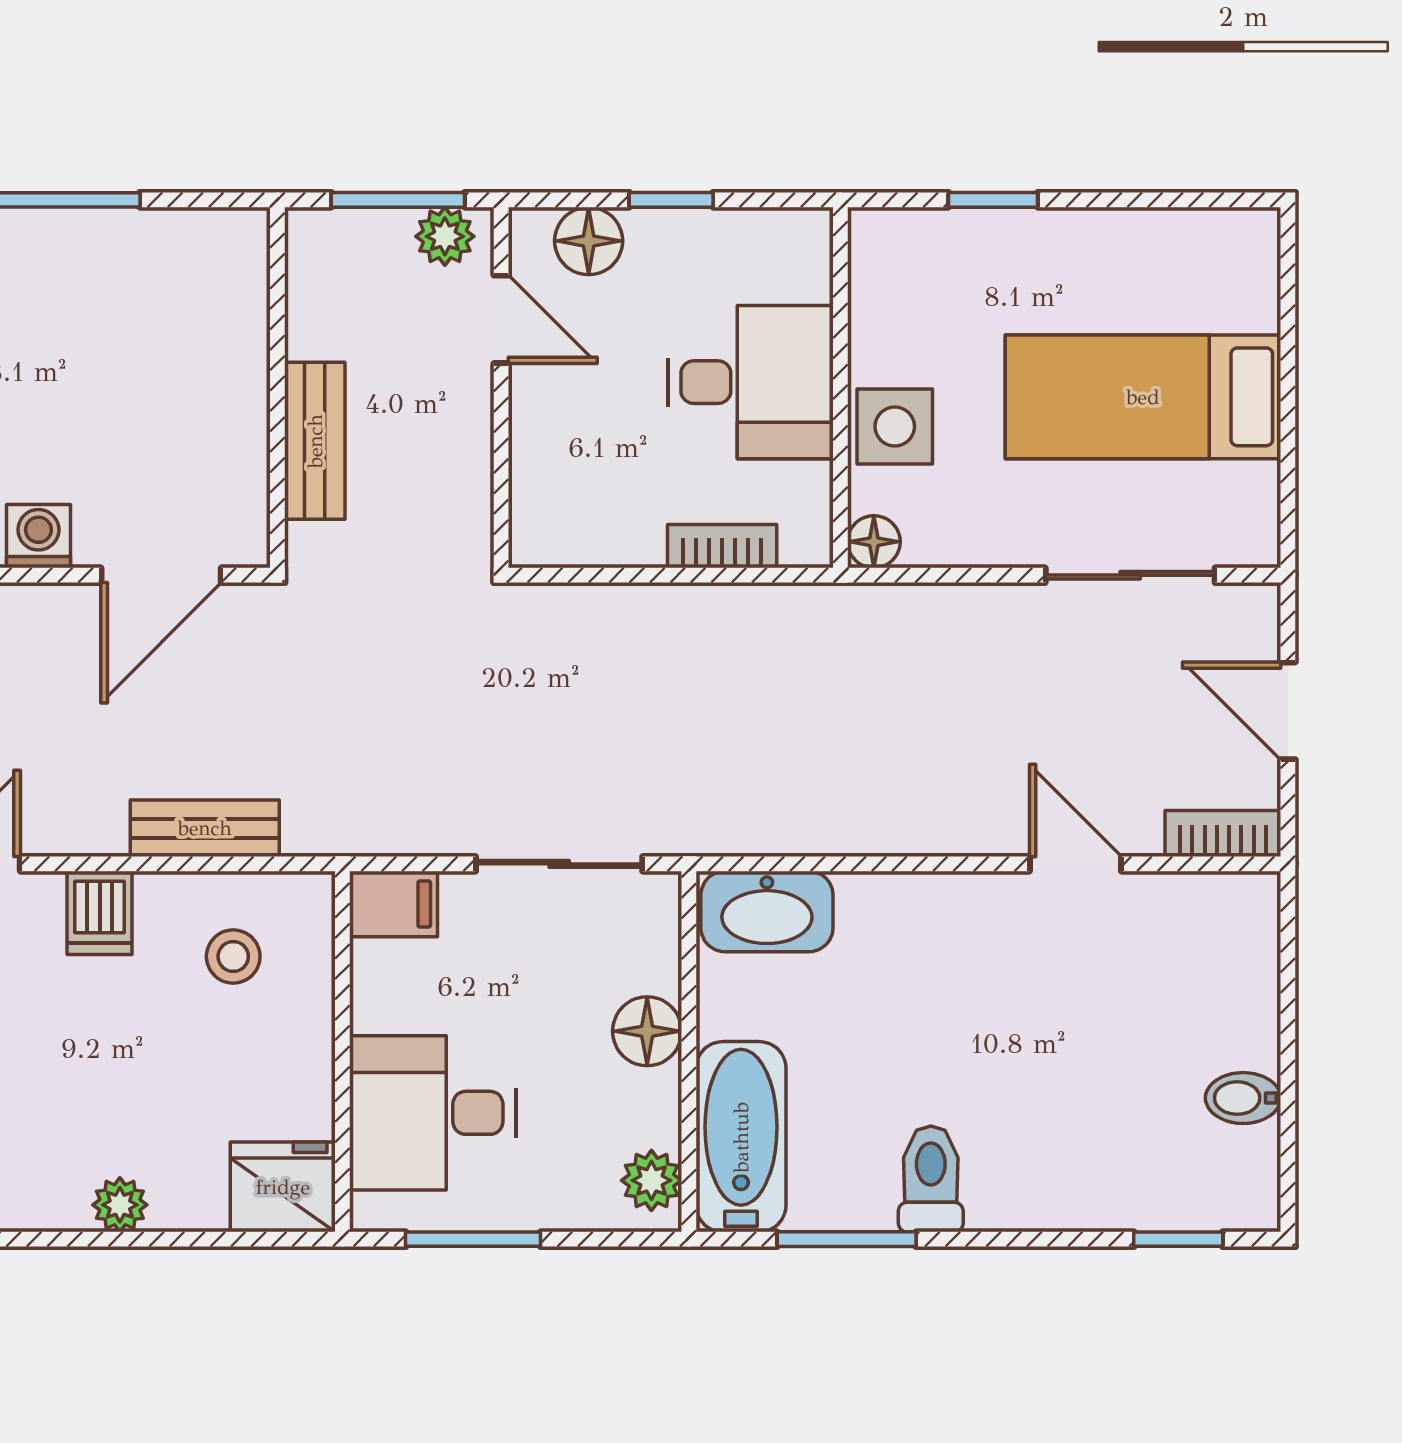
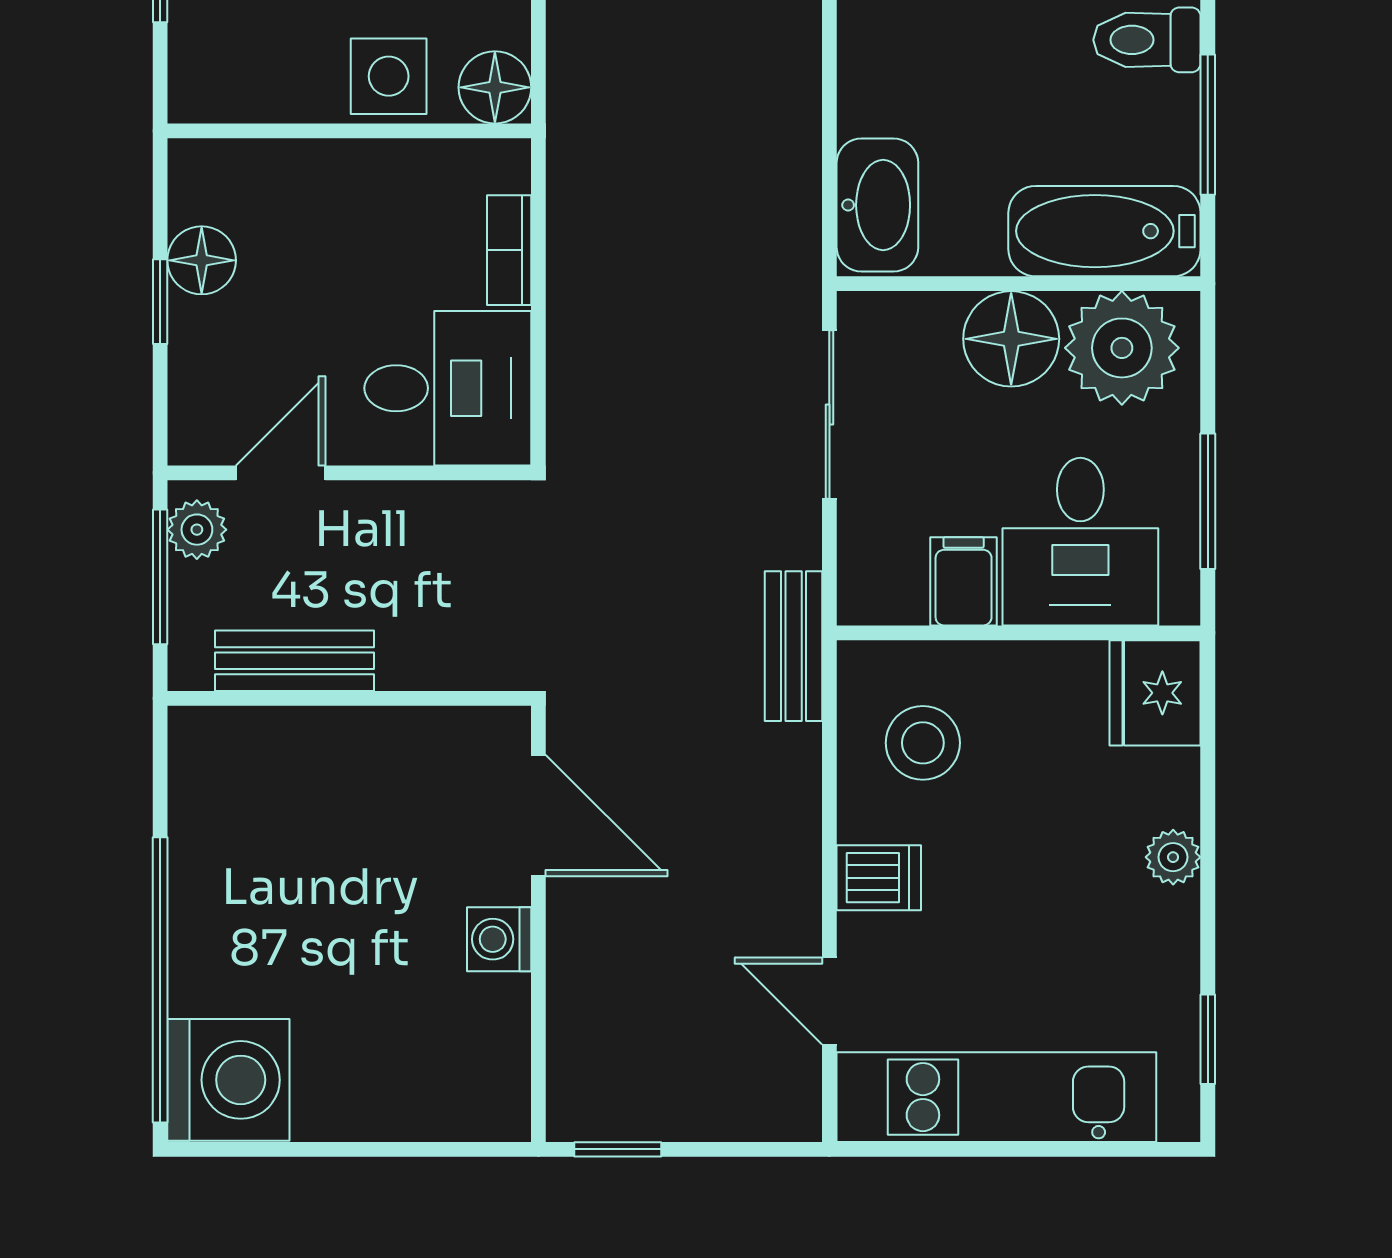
floor lamp: (589, 241) -> (202, 260), moved
desk: (751, 382) -> (448, 388), moved, turned 90
bench: (315, 441) -> (295, 661), moved
floor lamp: (874, 542) -> (495, 87), width x1.37, depth x1.37
bench: (205, 828) -> (794, 646), moved
filing cabinet: (393, 904) -> (964, 581), moved
stool: (233, 956) -> (923, 743), width x1.37, depth x1.37
floor lamp: (647, 1031) -> (1011, 339), width x1.38, depth x1.38
plant: (651, 1180) -> (1122, 348), width x1.87, depth x1.87

